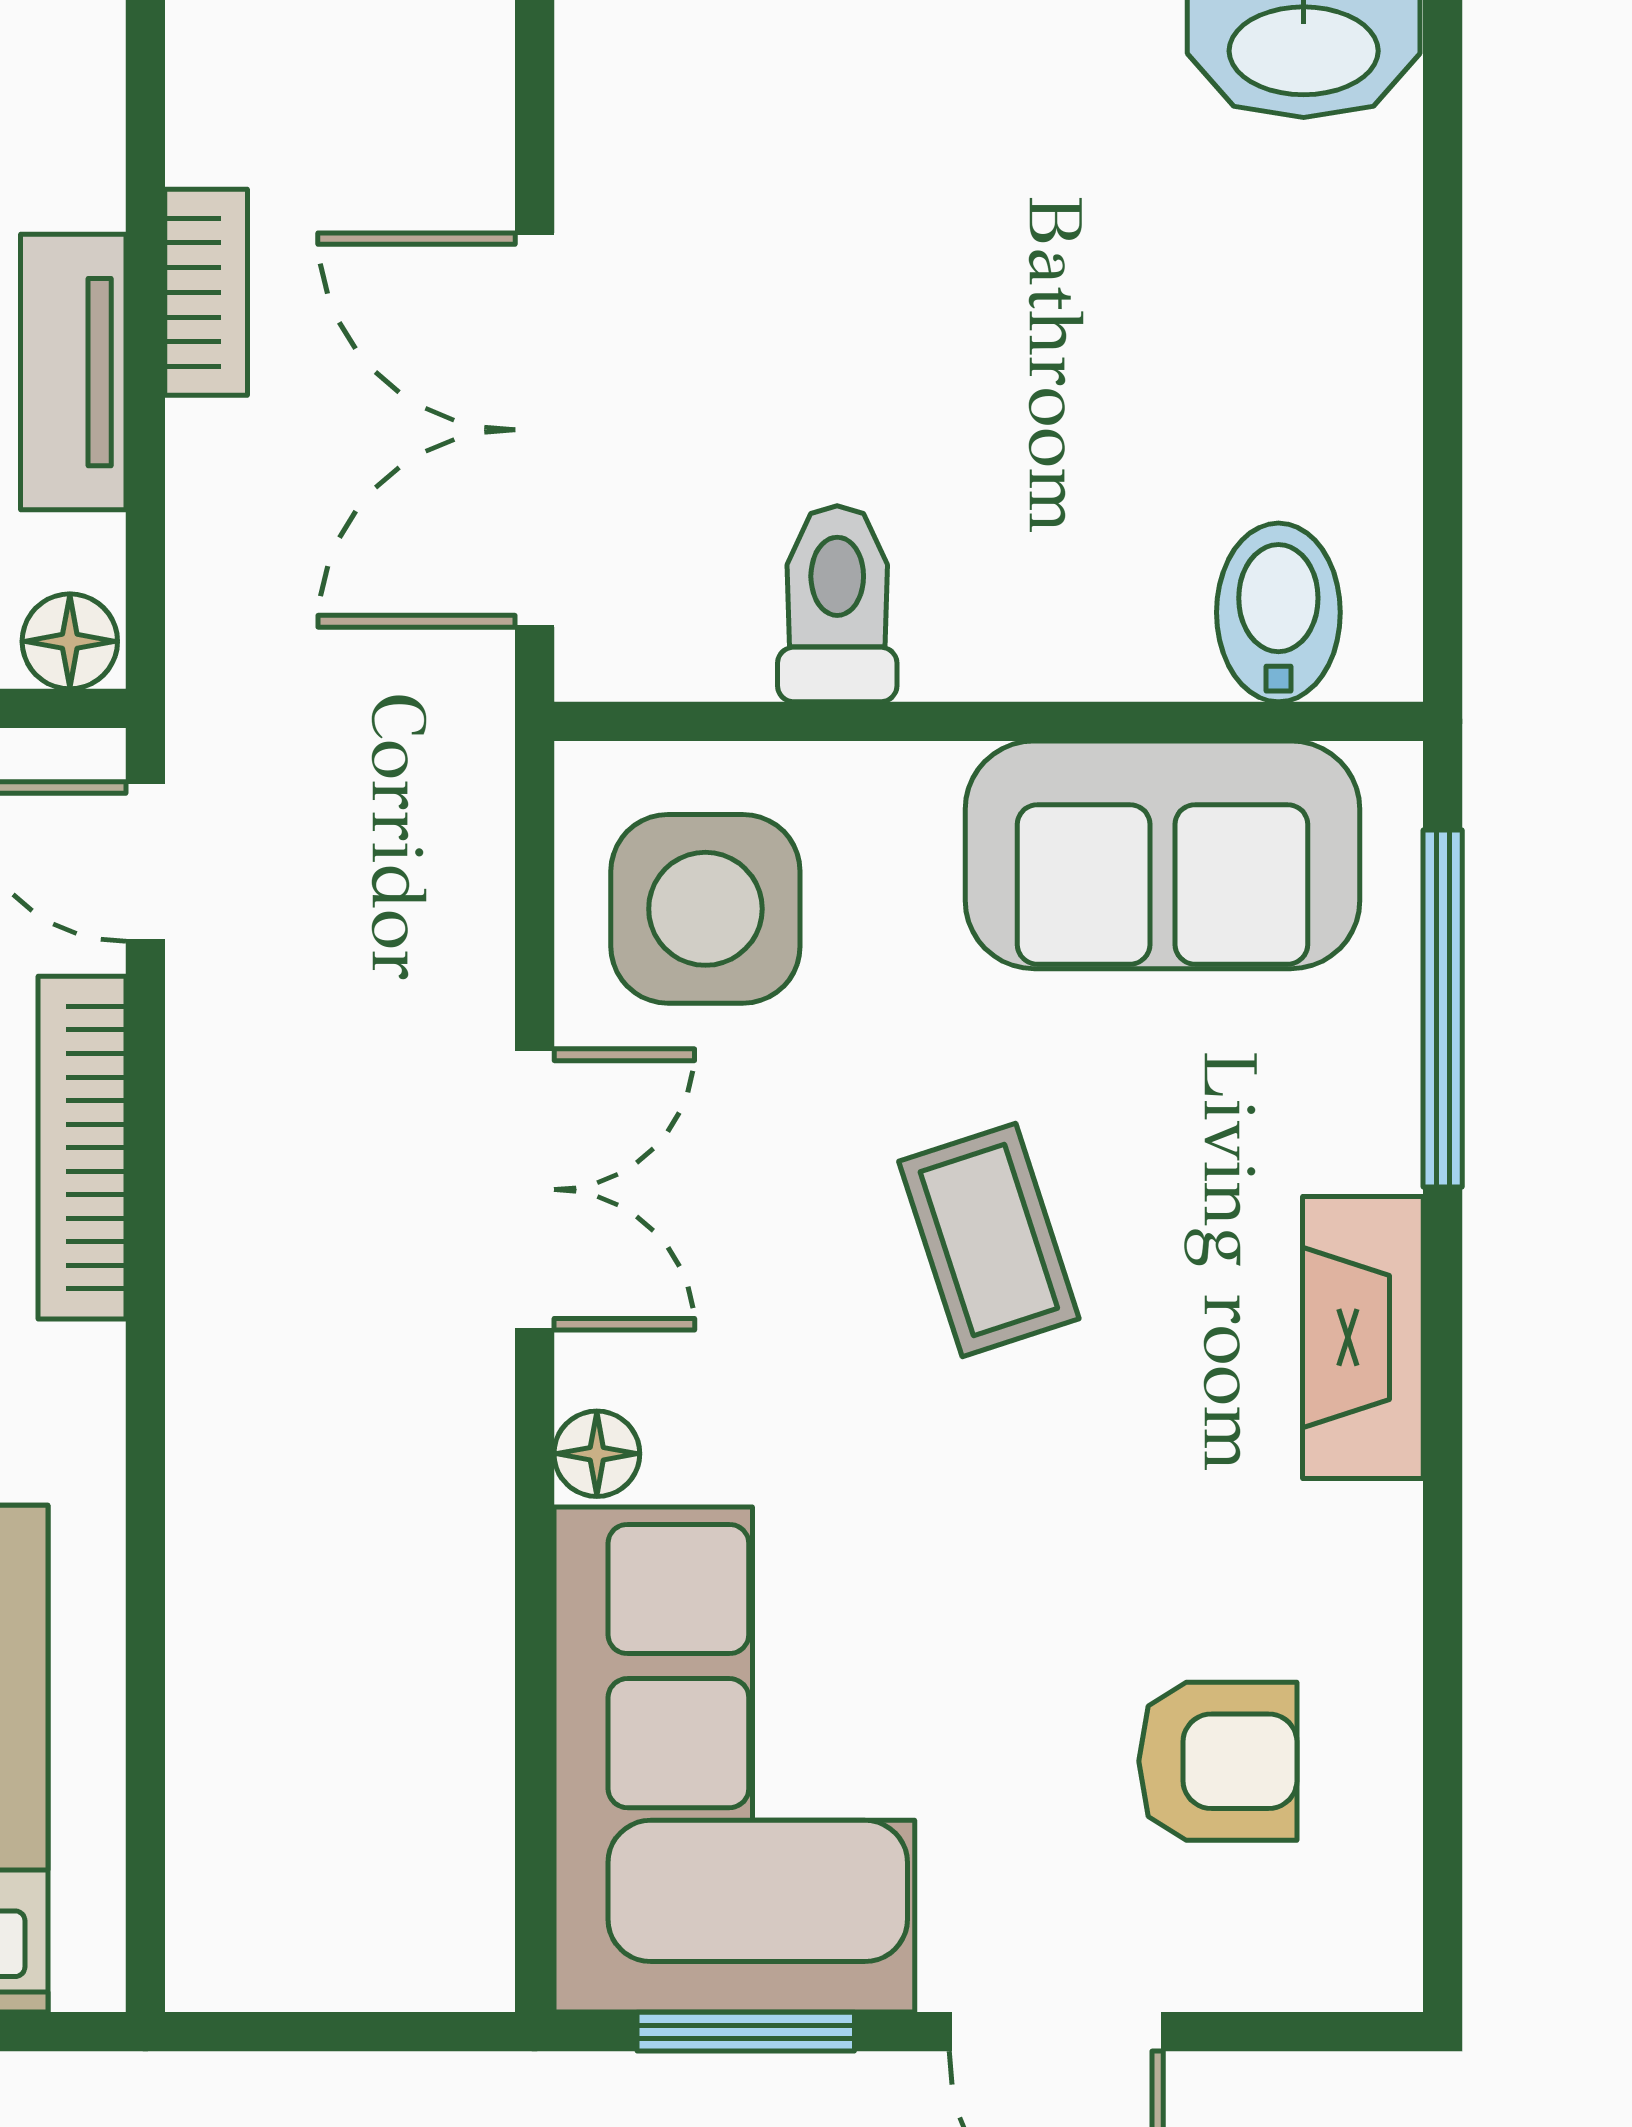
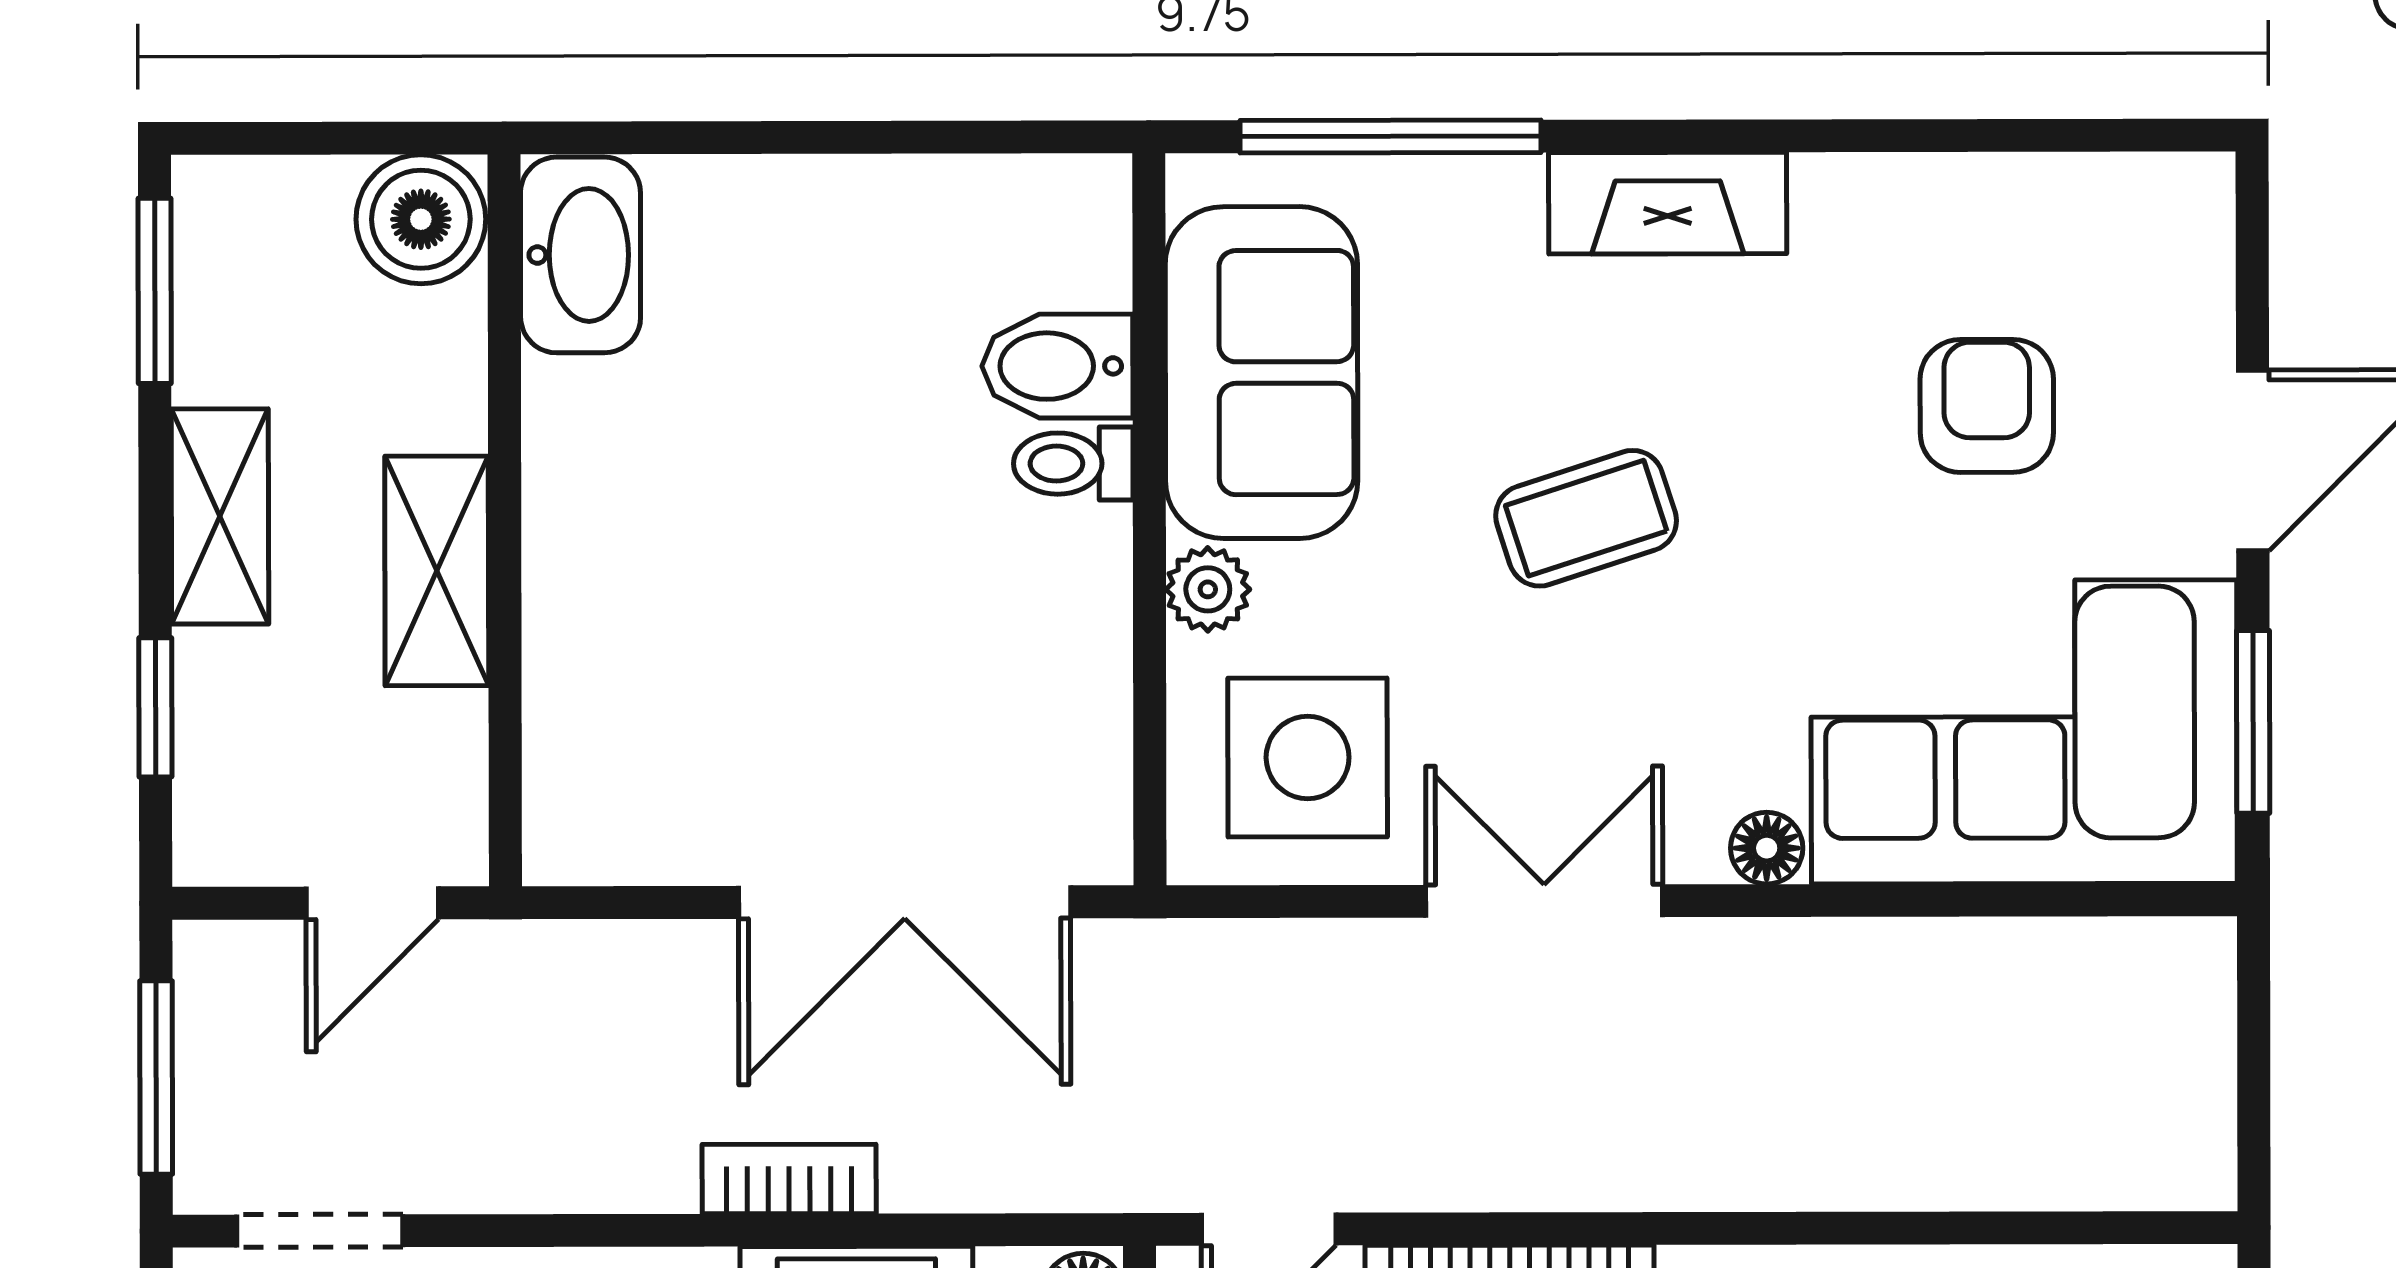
toilet: (837, 604) -> (1073, 464), moved, width x0.73, depth x0.72
bidet: (1278, 612) -> (1057, 366), moved
plant: (905, 791) -> (1208, 589), added
armchair: (1218, 1761) -> (1987, 406), moved

